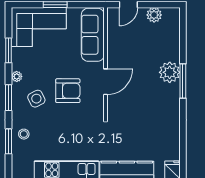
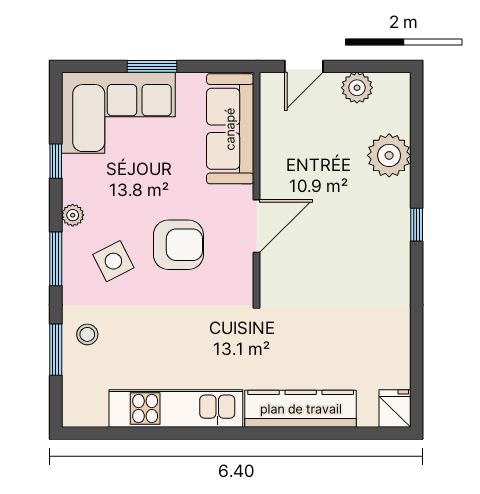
window: (9, 50) -> (56, 161), width x0.67
plant: (170, 72) -> (389, 155), moved
window: (183, 81) -> (417, 225), width x0.46

